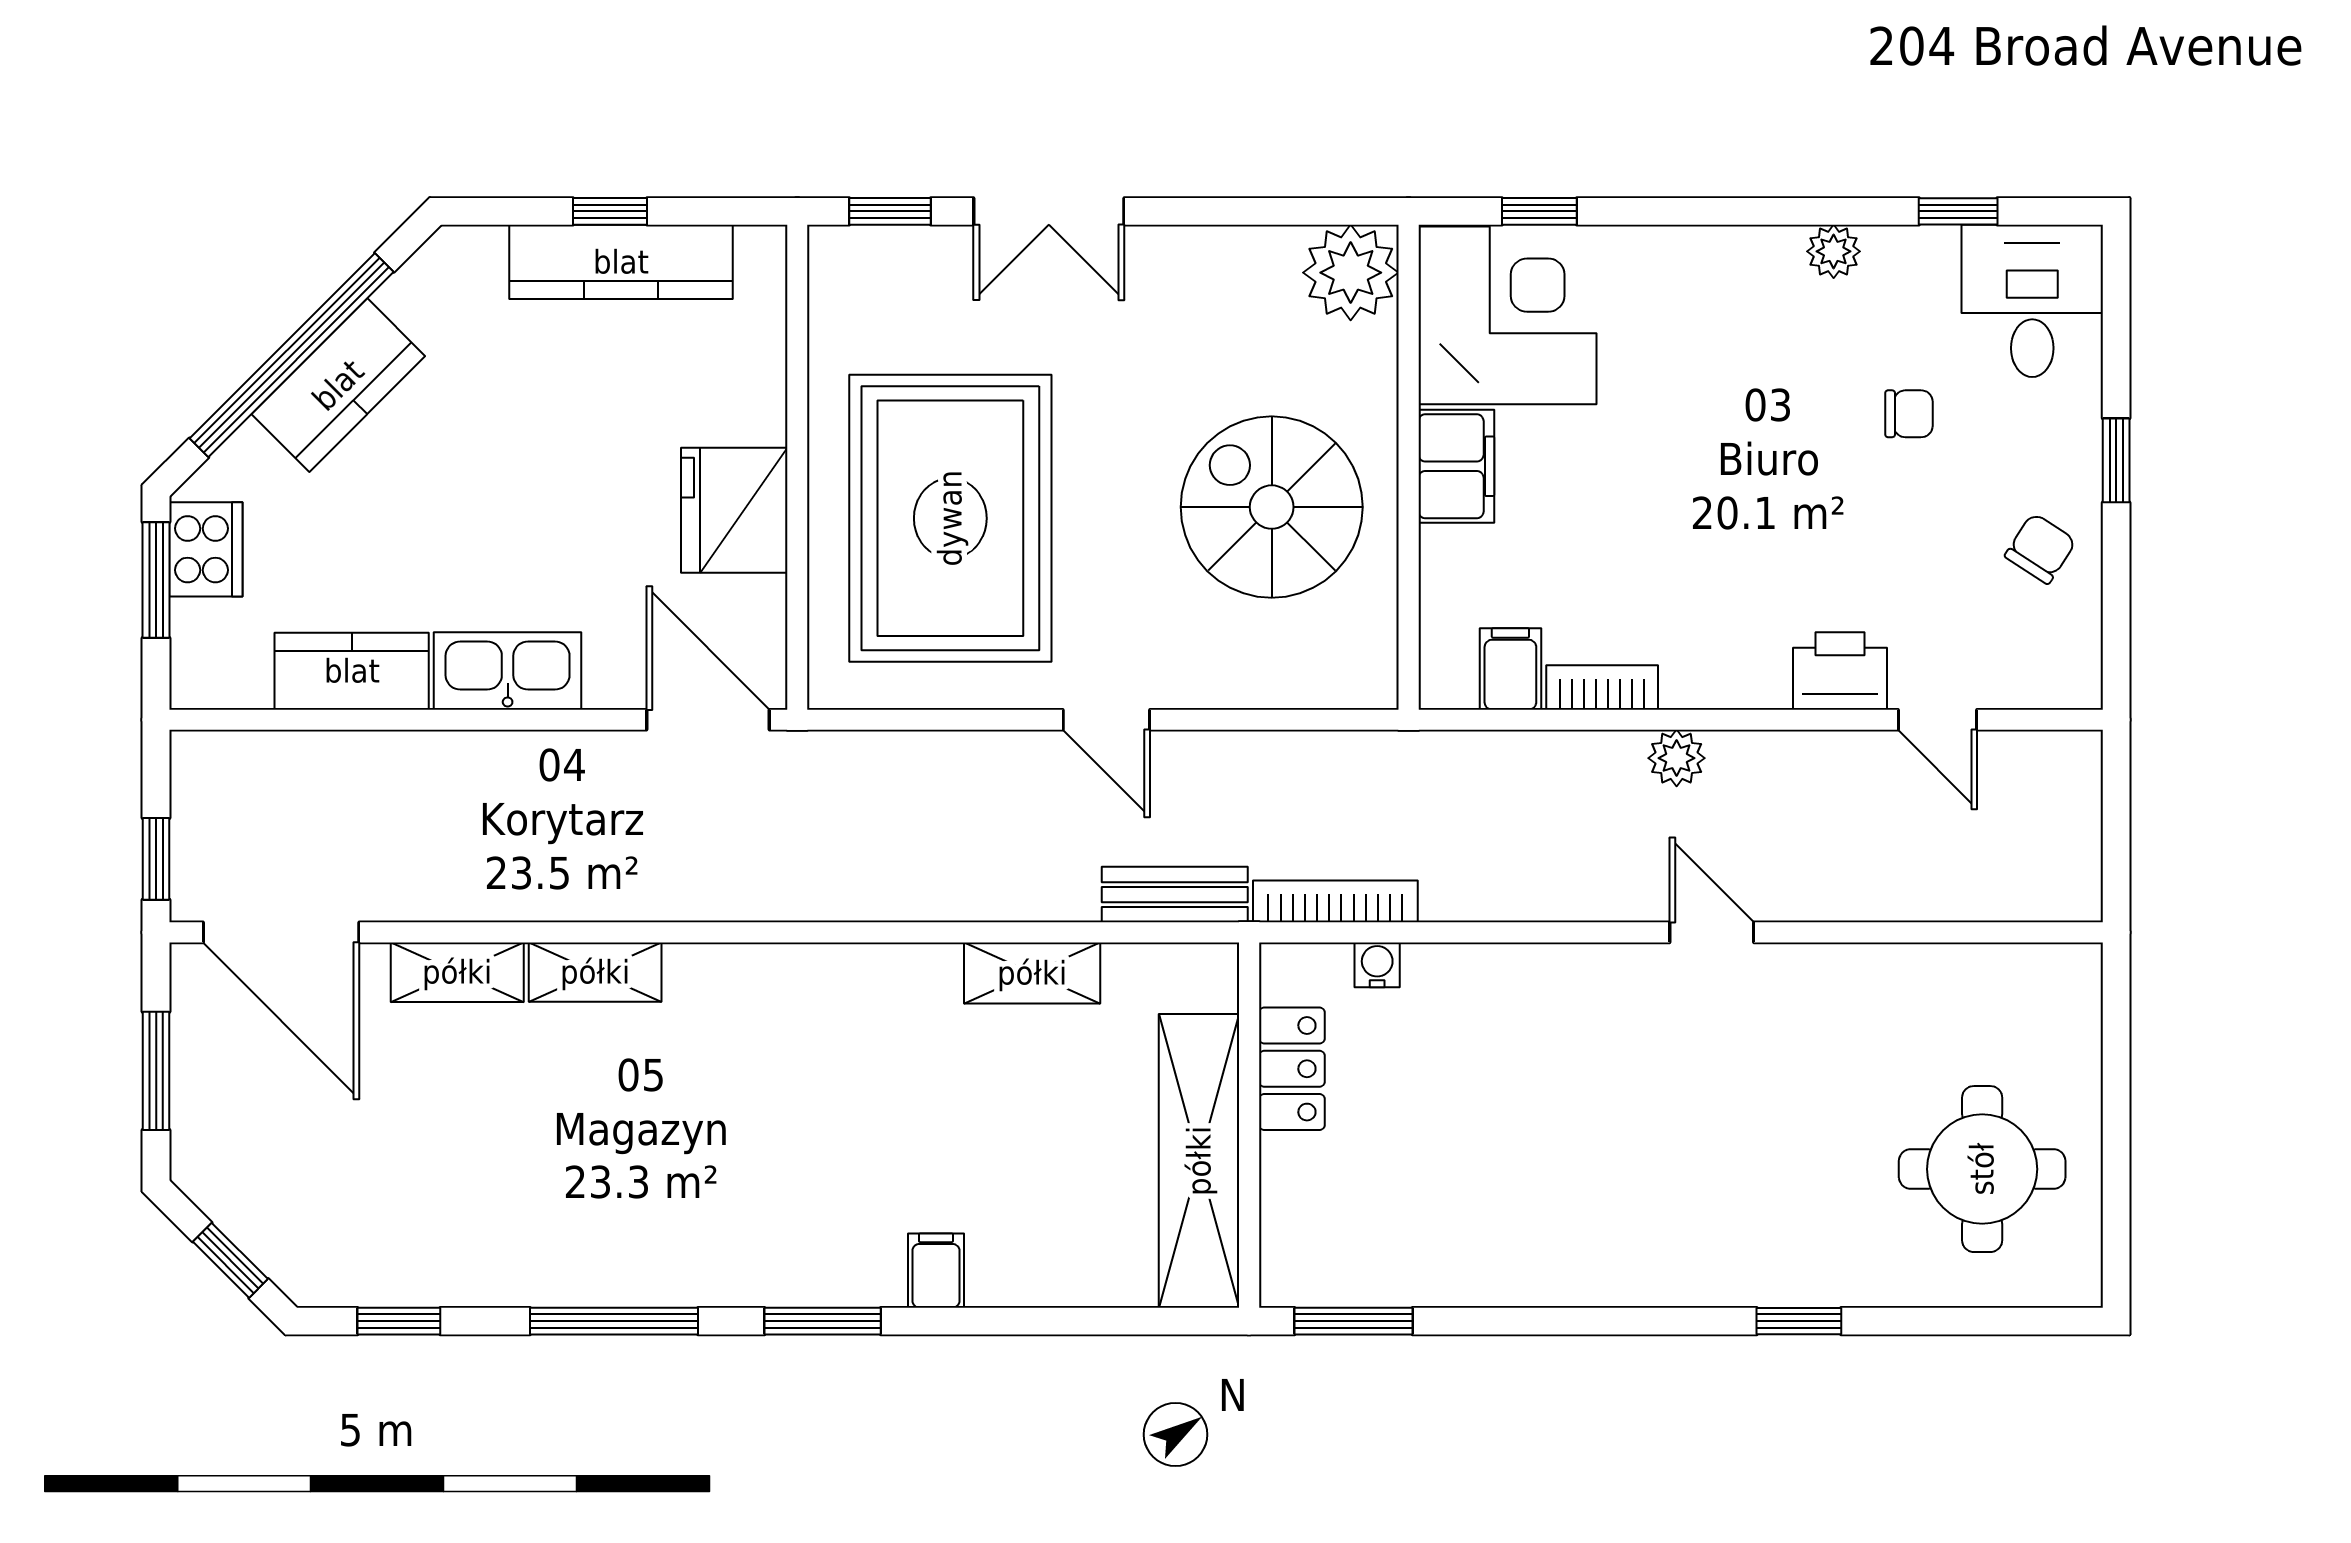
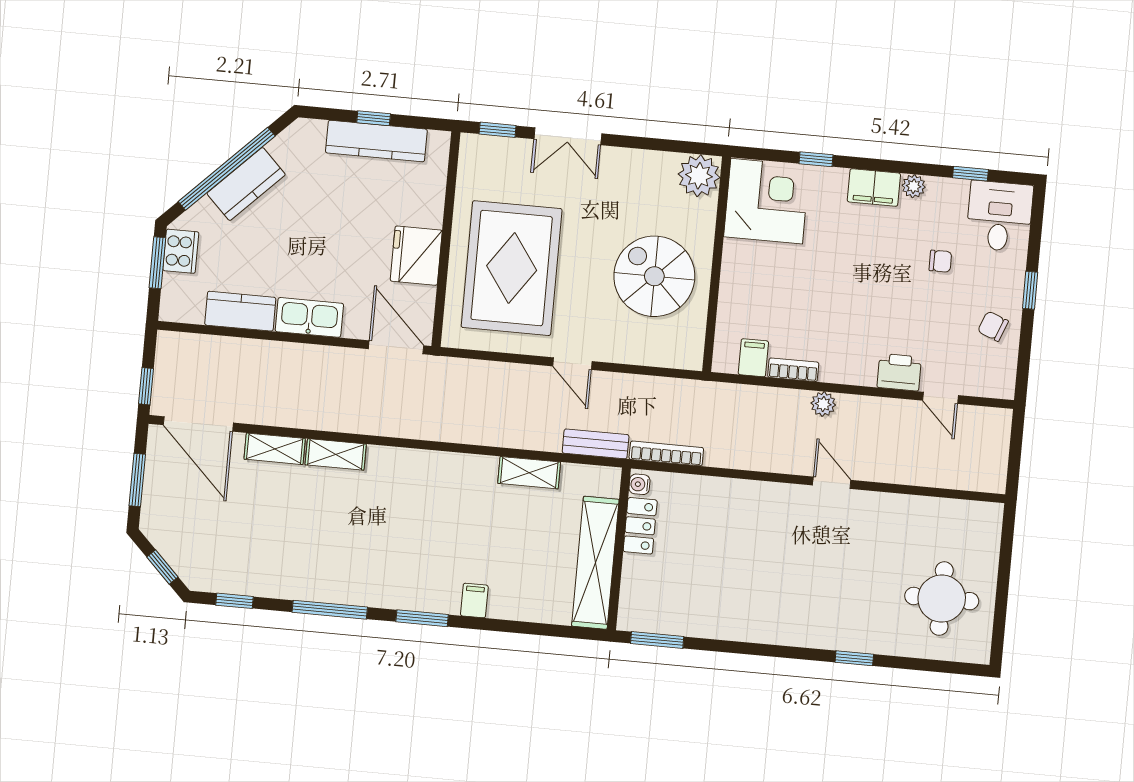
window: (1539, 211) -> (816, 159), moved
filing cabinet: (1456, 466) -> (874, 187), moved, turned 90
chair: (2040, 549) -> (993, 326), turned -102
water cooler: (1377, 965) -> (639, 484), moved, turned -90

